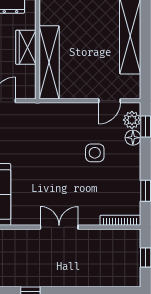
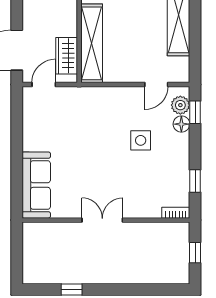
wardrobe: (26, 47) -> (67, 56), moved
bookcase: (120, 220) -> (176, 213), width x0.64

